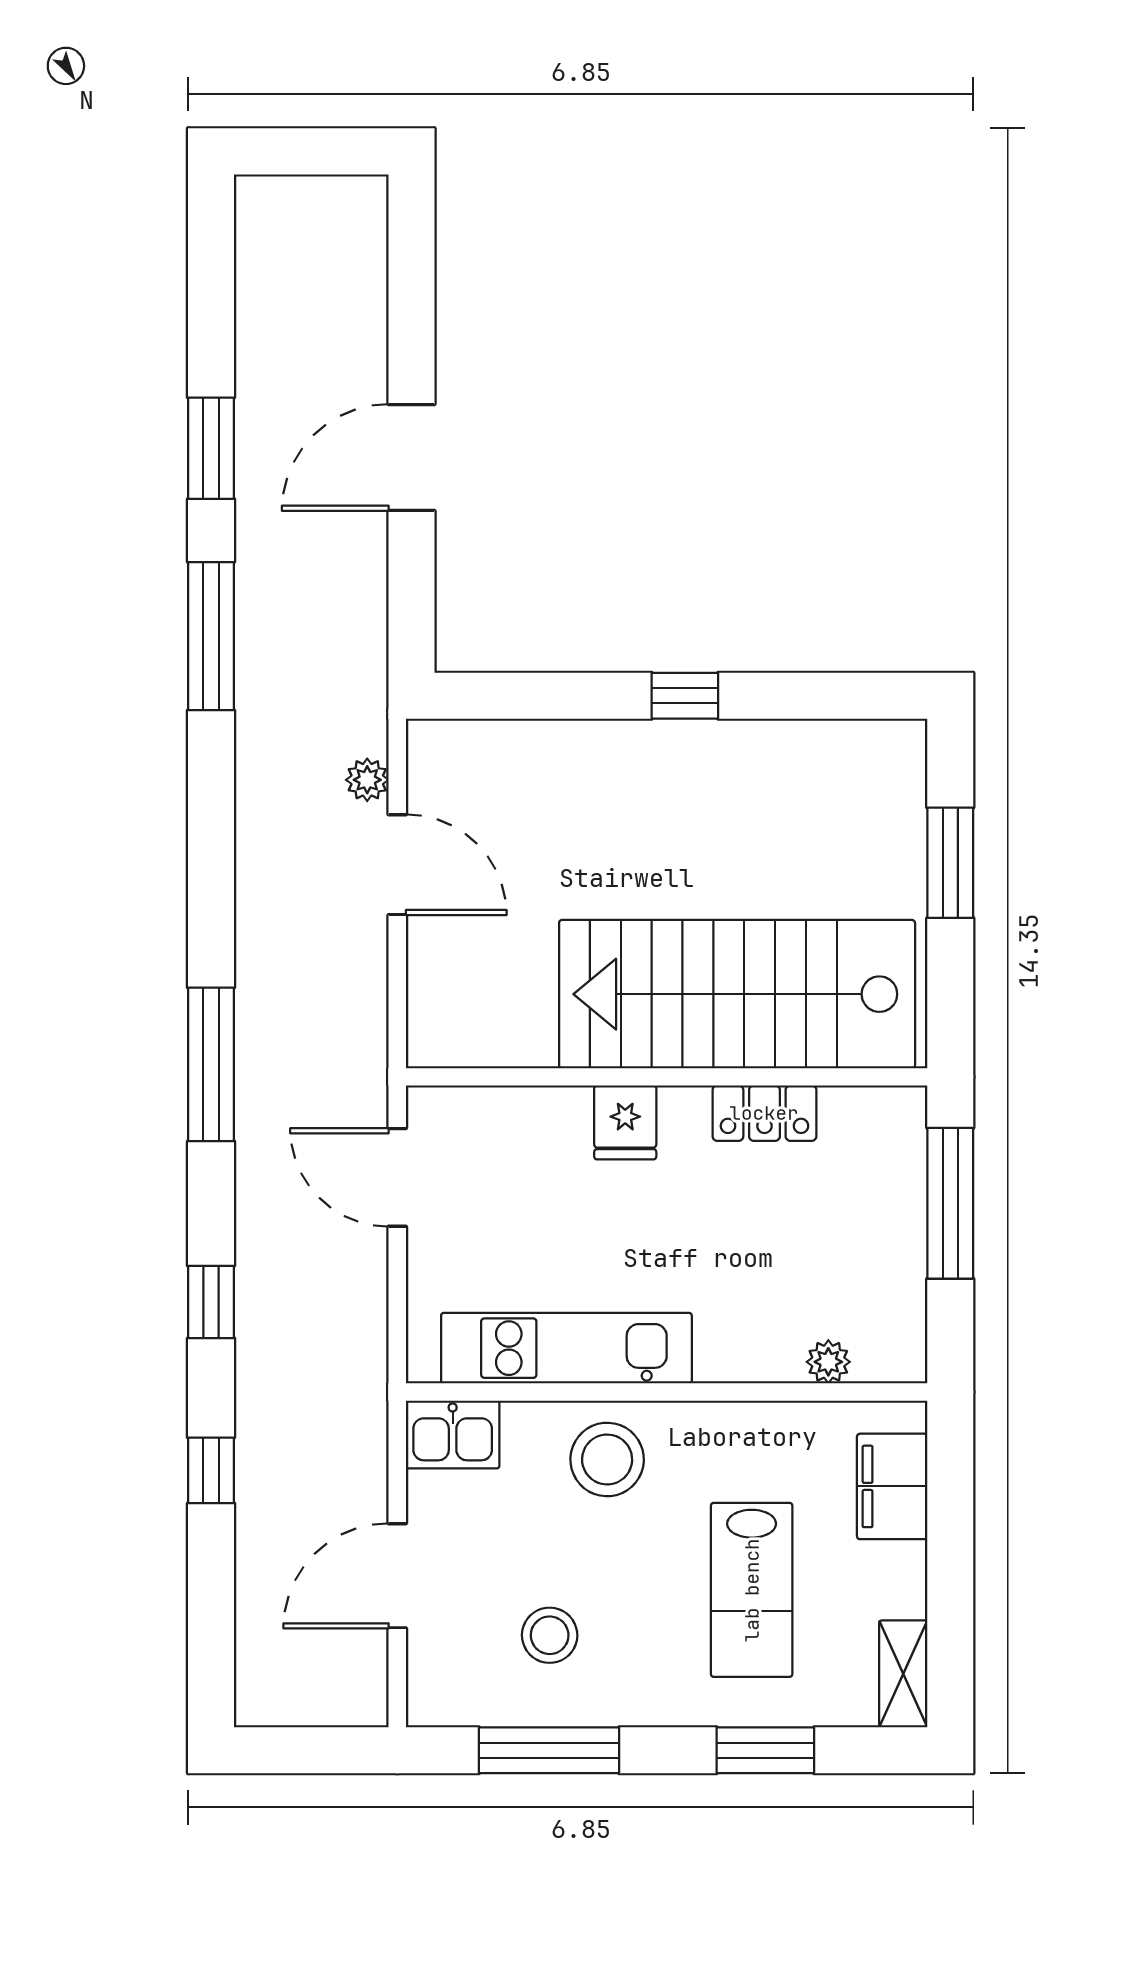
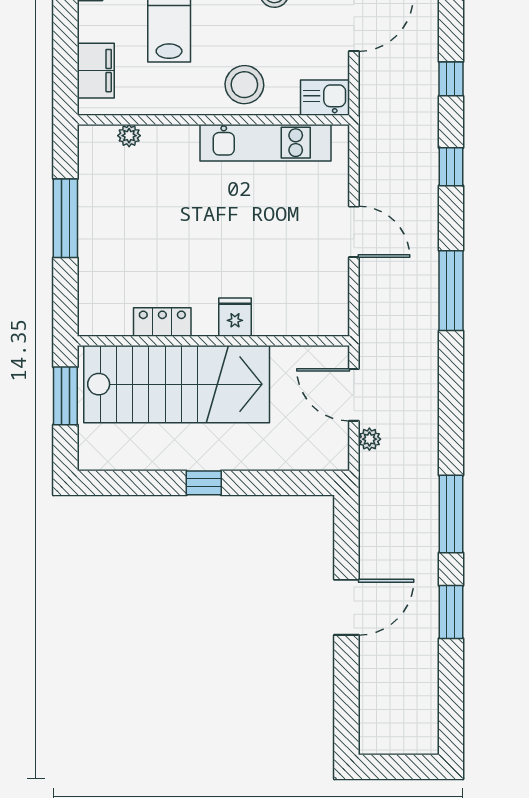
stairs: (737, 994) -> (177, 384), moved
wall: (667, 1077) -> (213, 341), moved
locker: (764, 1113) -> (162, 322), moved
fridge: (625, 1122) -> (235, 317), moved

